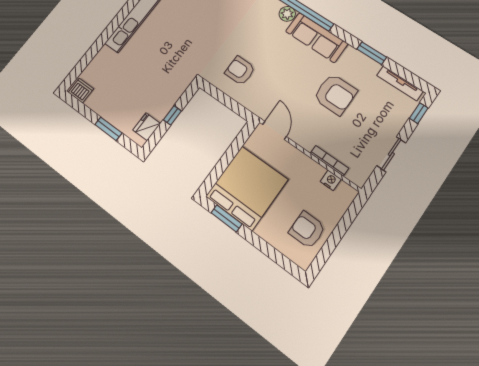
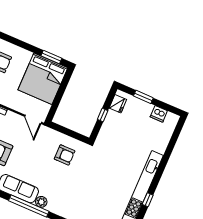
dishwasher: (81, 91) -> (159, 114), moved

